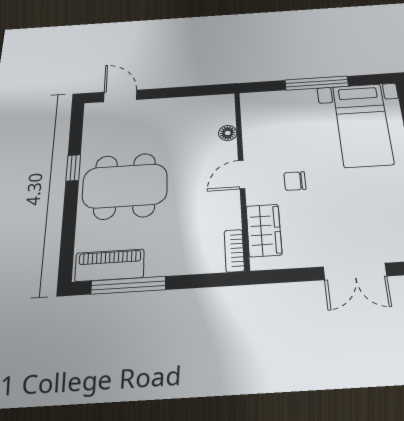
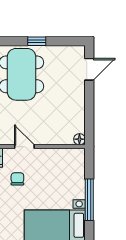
floor lamp: (228, 133) -> (79, 139), moved

